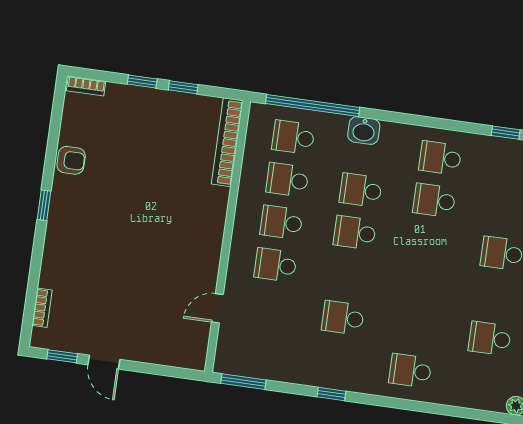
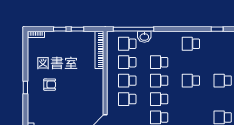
washbasin: (364, 131) -> (144, 37), moved
armchair: (71, 160) -> (50, 85), moved
school desk: (434, 200) -> (191, 81), moved
school desk: (349, 275) -> (159, 99), added

